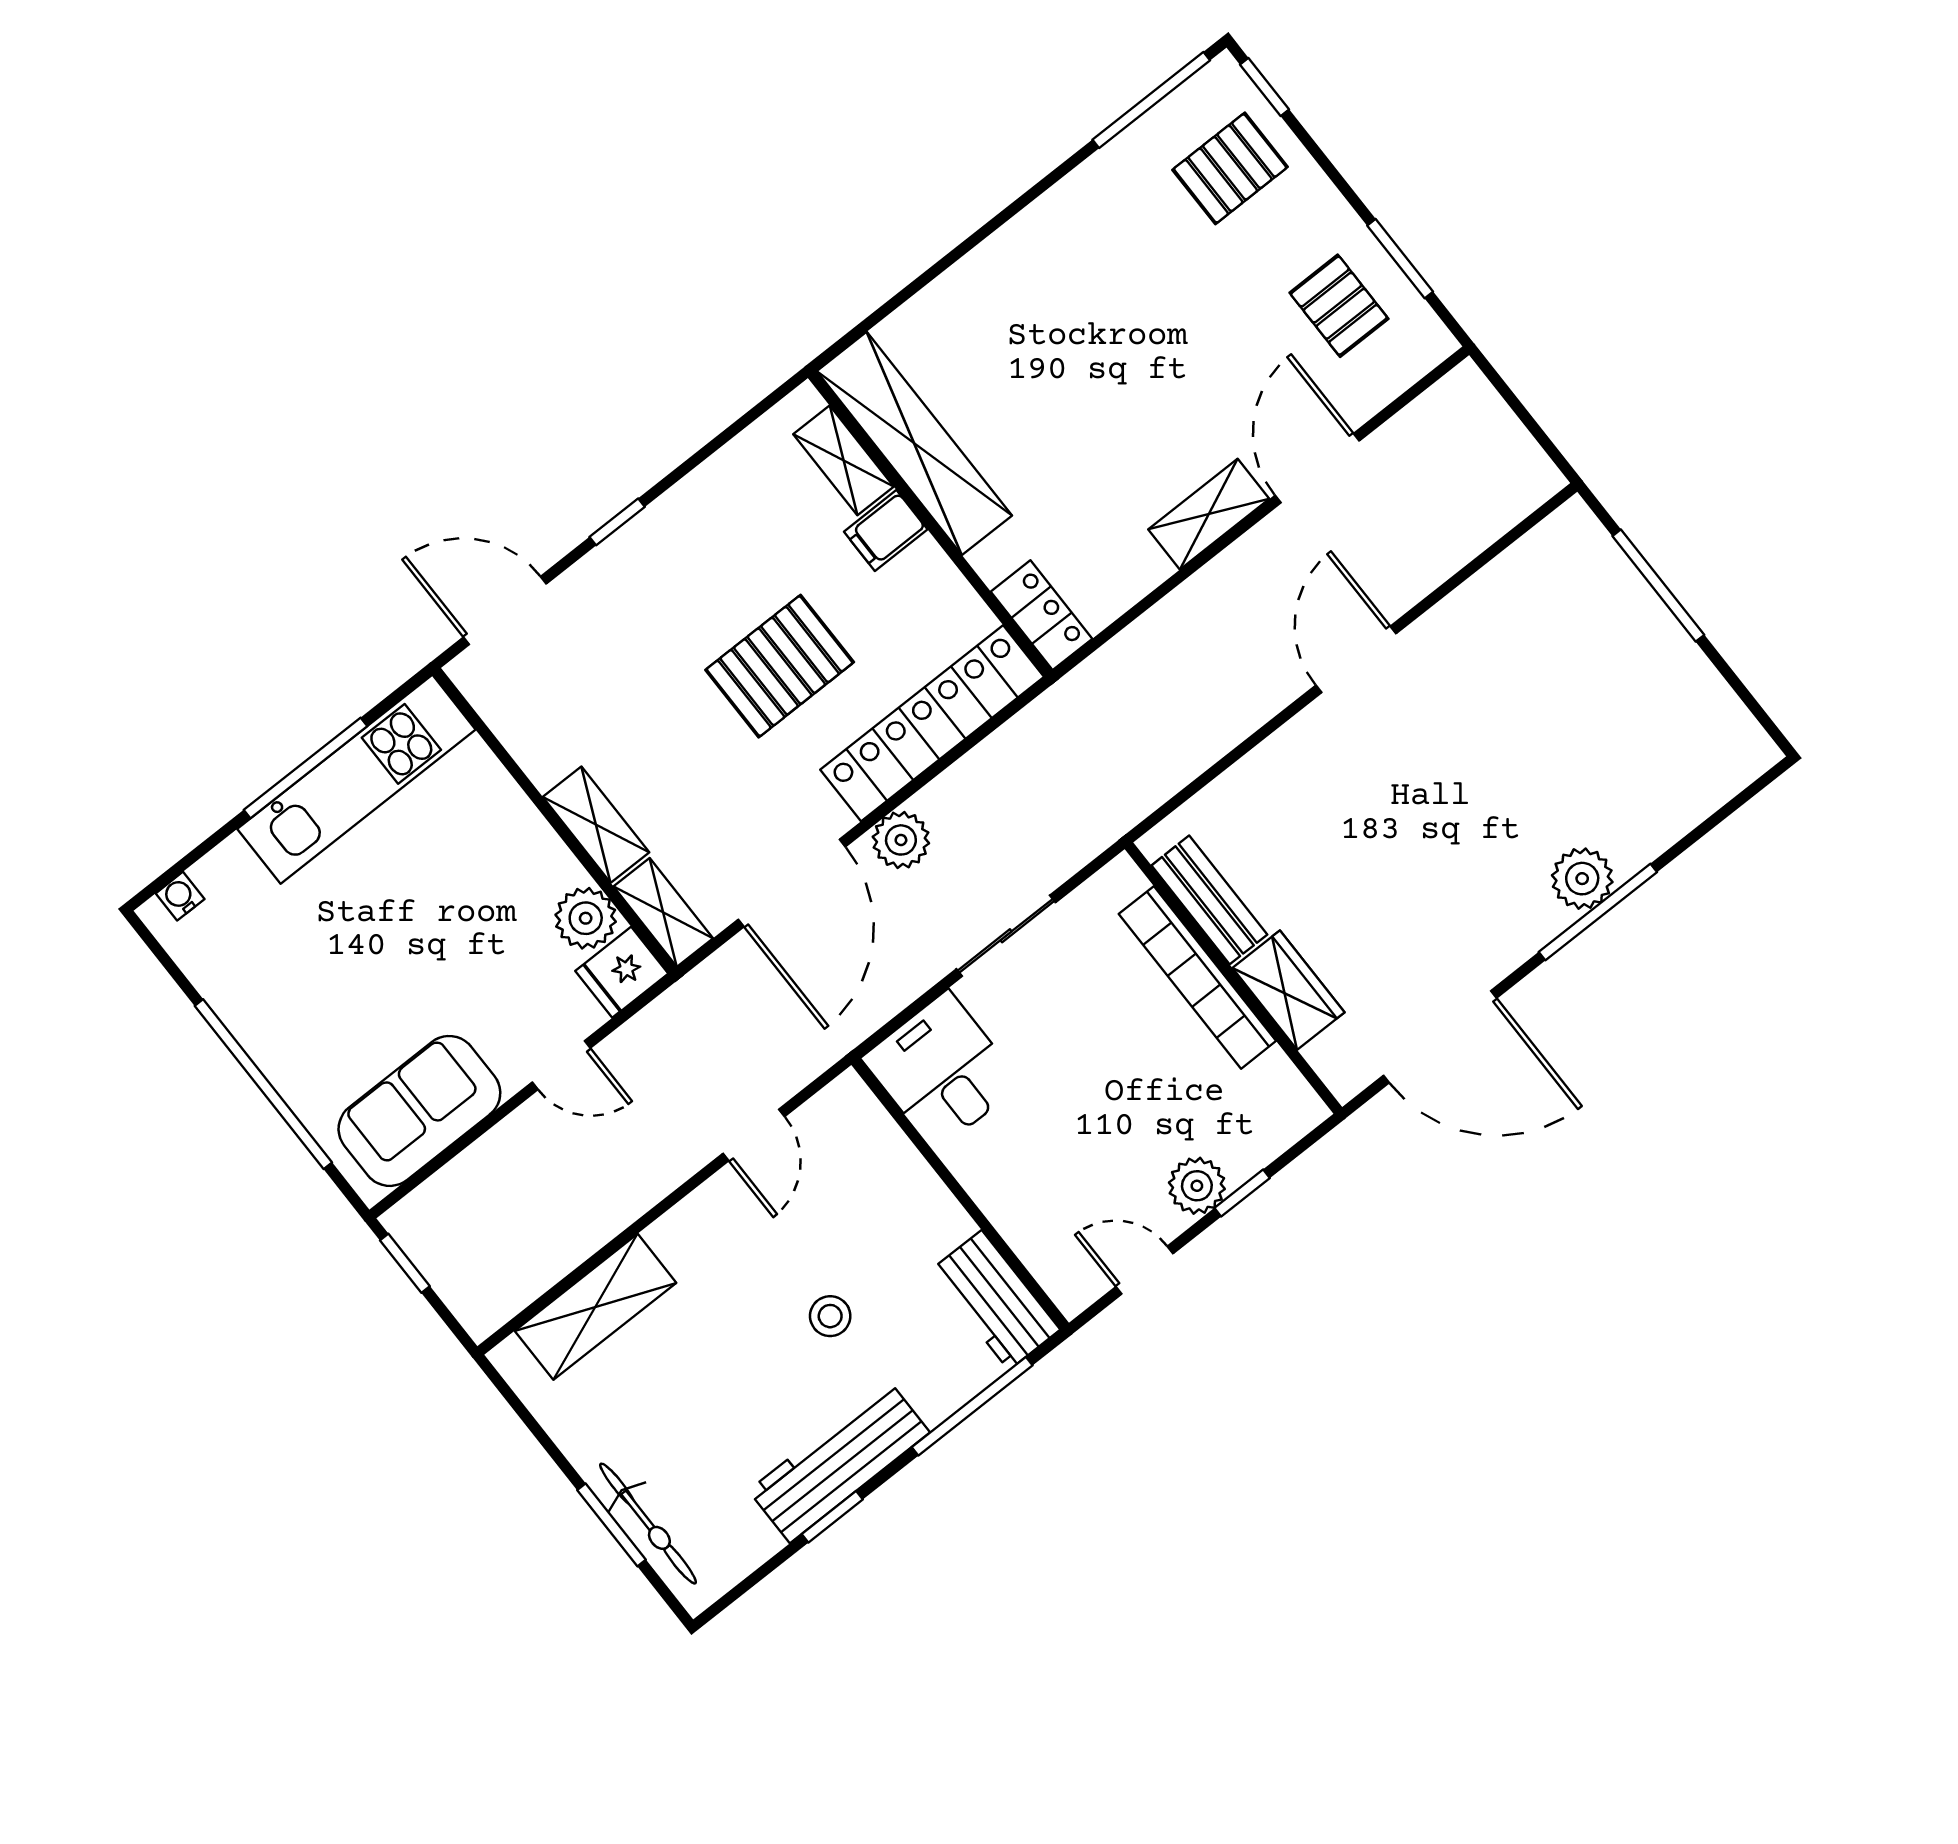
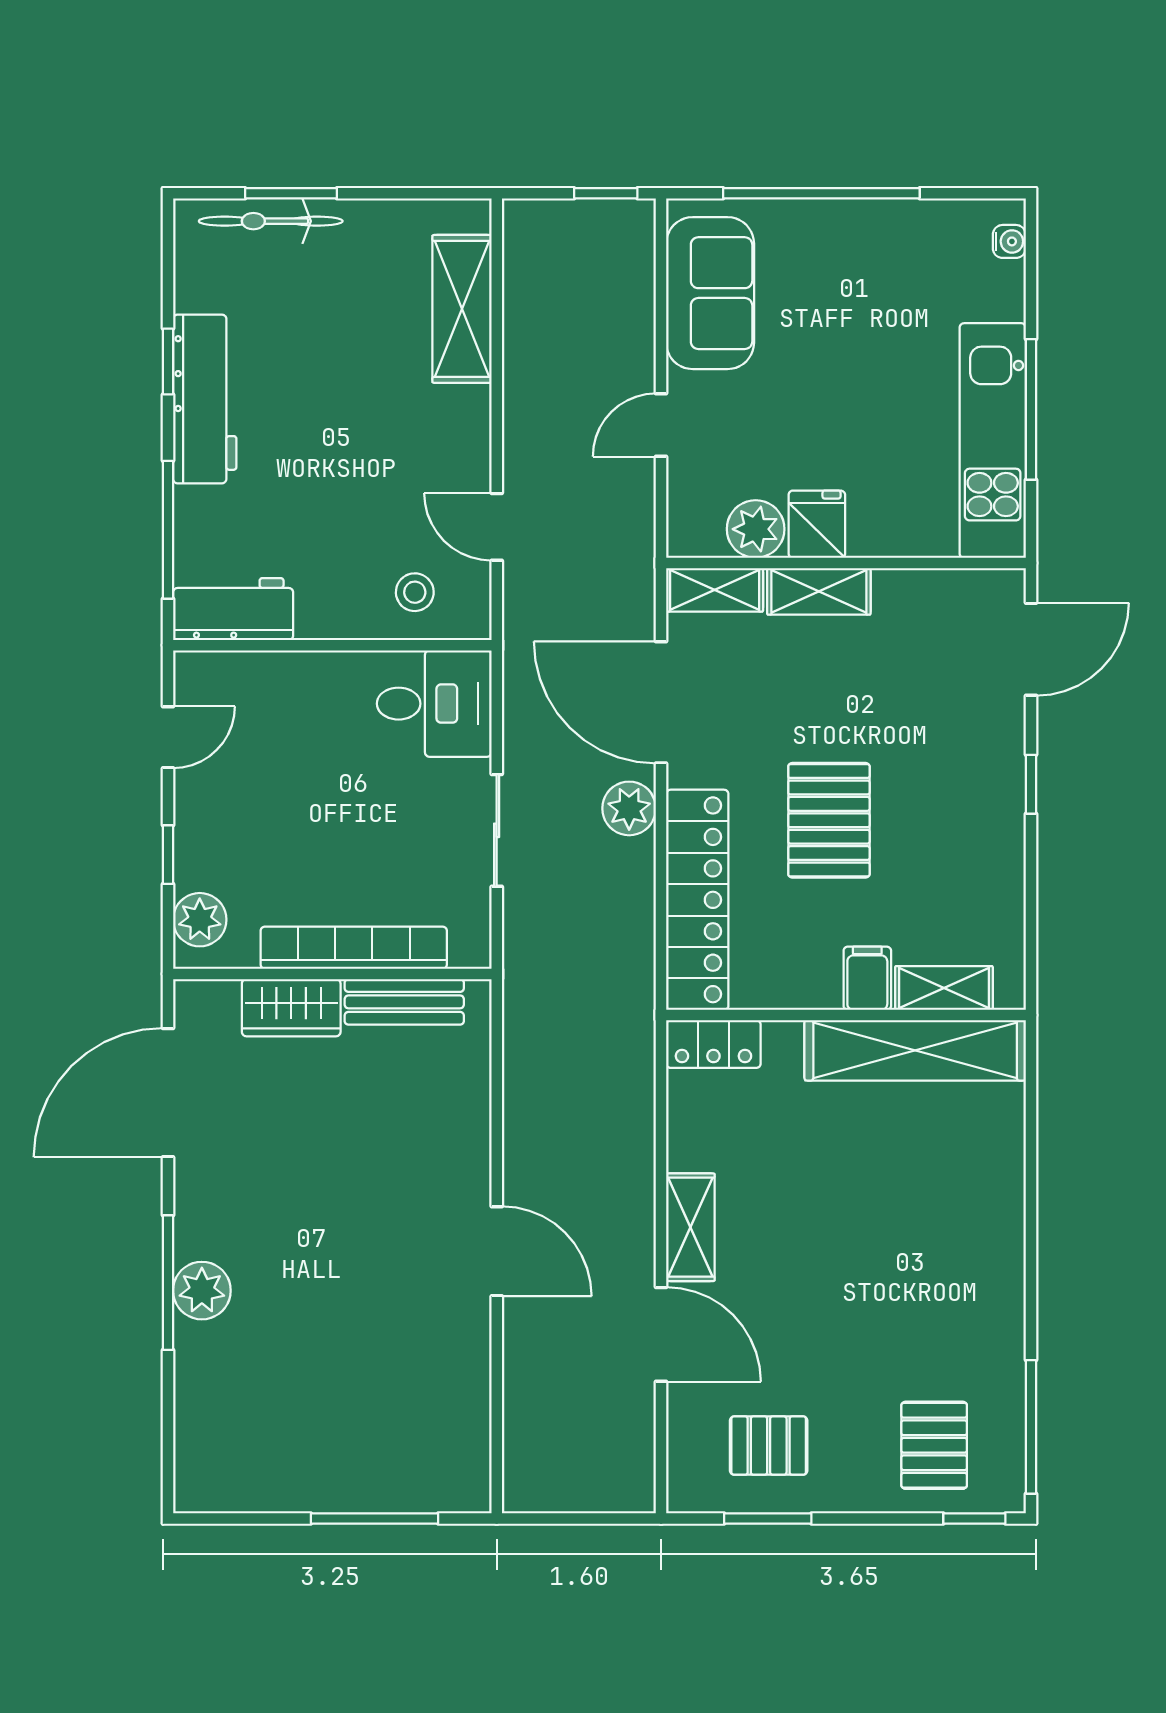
fridge: (622, 972) -> (817, 524), moved
plant: (1197, 1186) -> (200, 920), moved
stool: (830, 1316) -> (415, 592), moved

